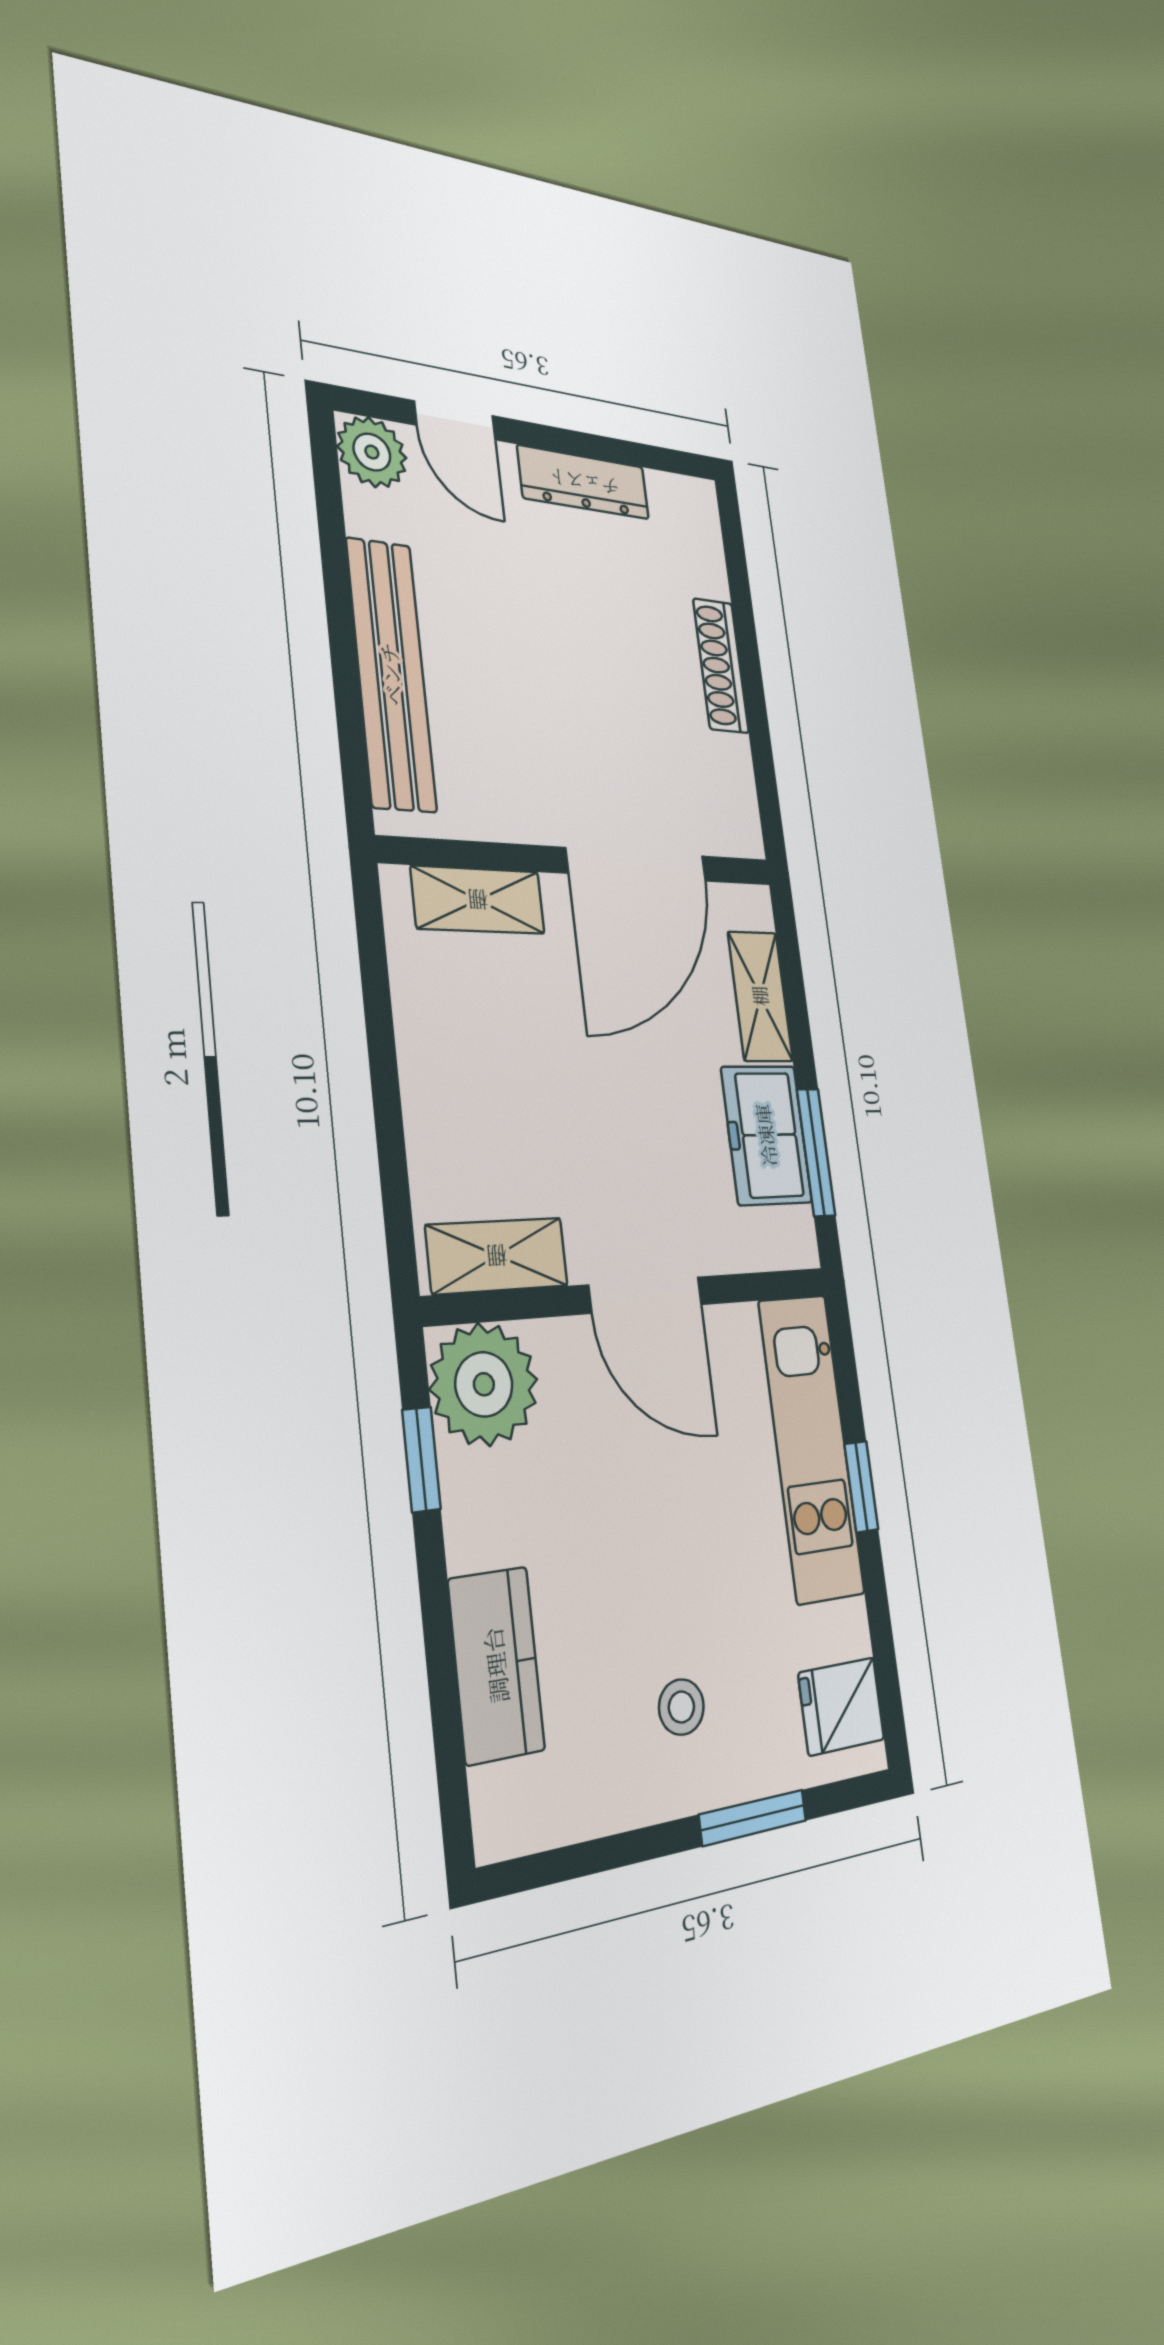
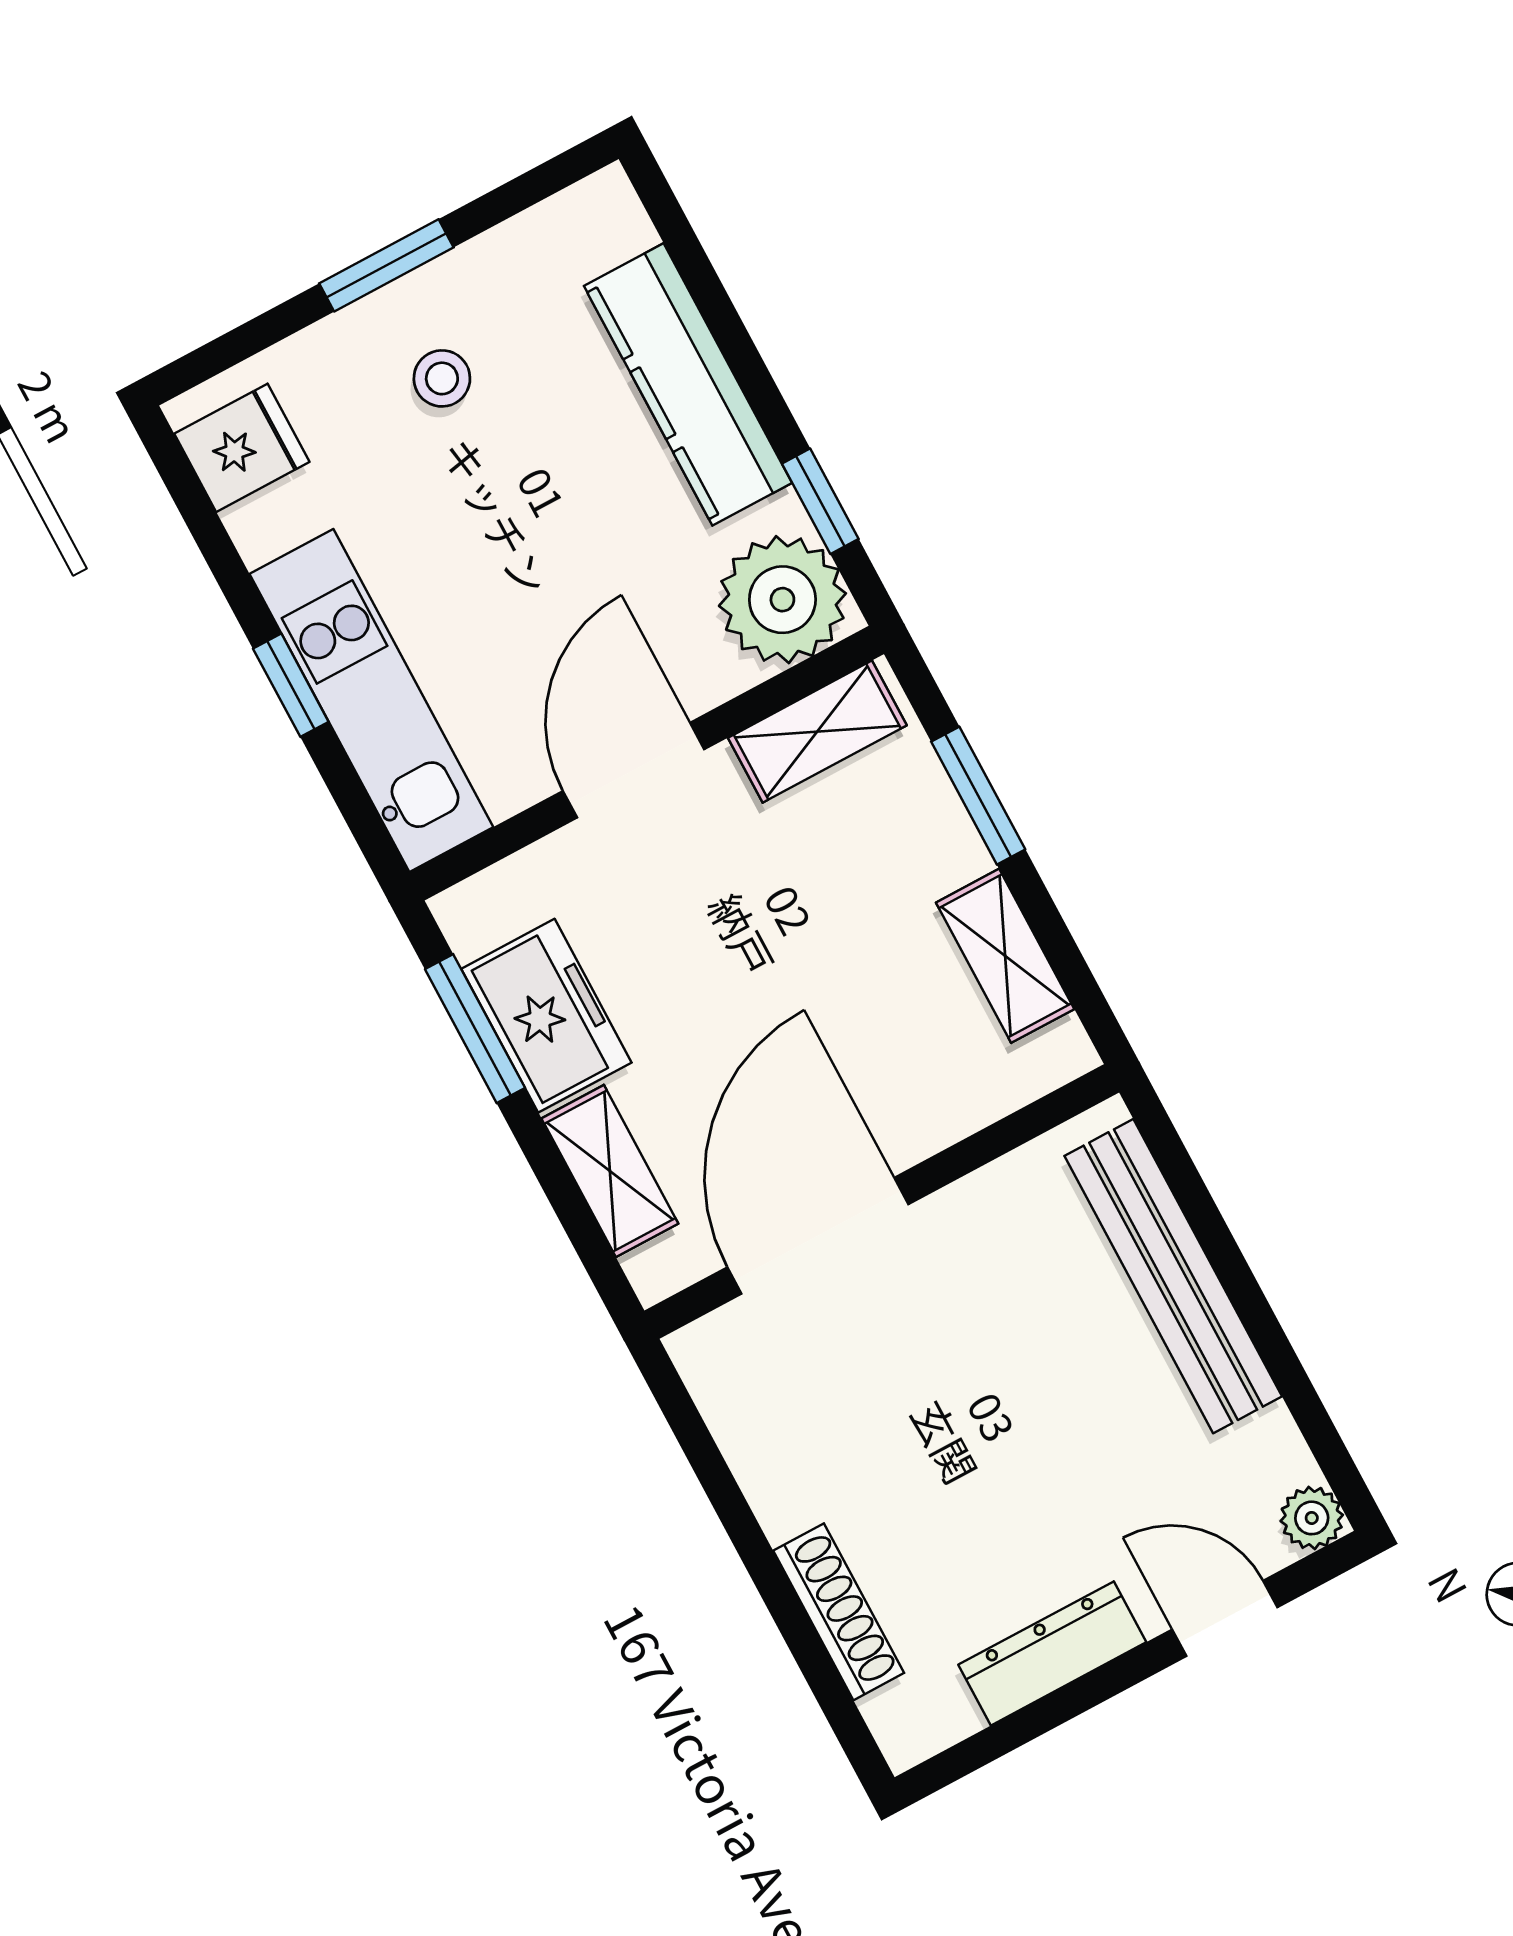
plant: (372, 452) -> (1312, 1518), width x0.73, depth x0.73
shoe rack: (721, 666) -> (839, 1612), moved
shelving: (478, 900) -> (1005, 956), moved, turned 90
window: (390, 1135) -> (978, 796), added
door: (646, 1295) -> (634, 770), hinge flipped
kitchen counter: (496, 1665) -> (688, 384), width x1.50
window: (753, 1818) -> (386, 265), moved

